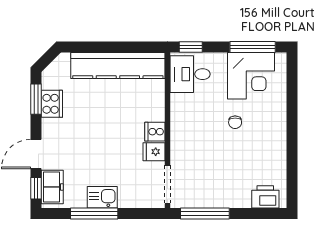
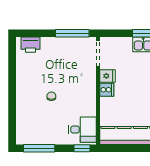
corner desk: (251, 76) -> (40, 128), removed

